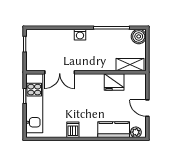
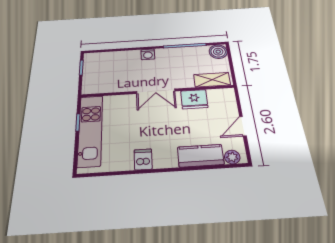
double door: (60, 72) -> (156, 91), moved
door: (147, 108) -> (243, 126), hinge flipped

